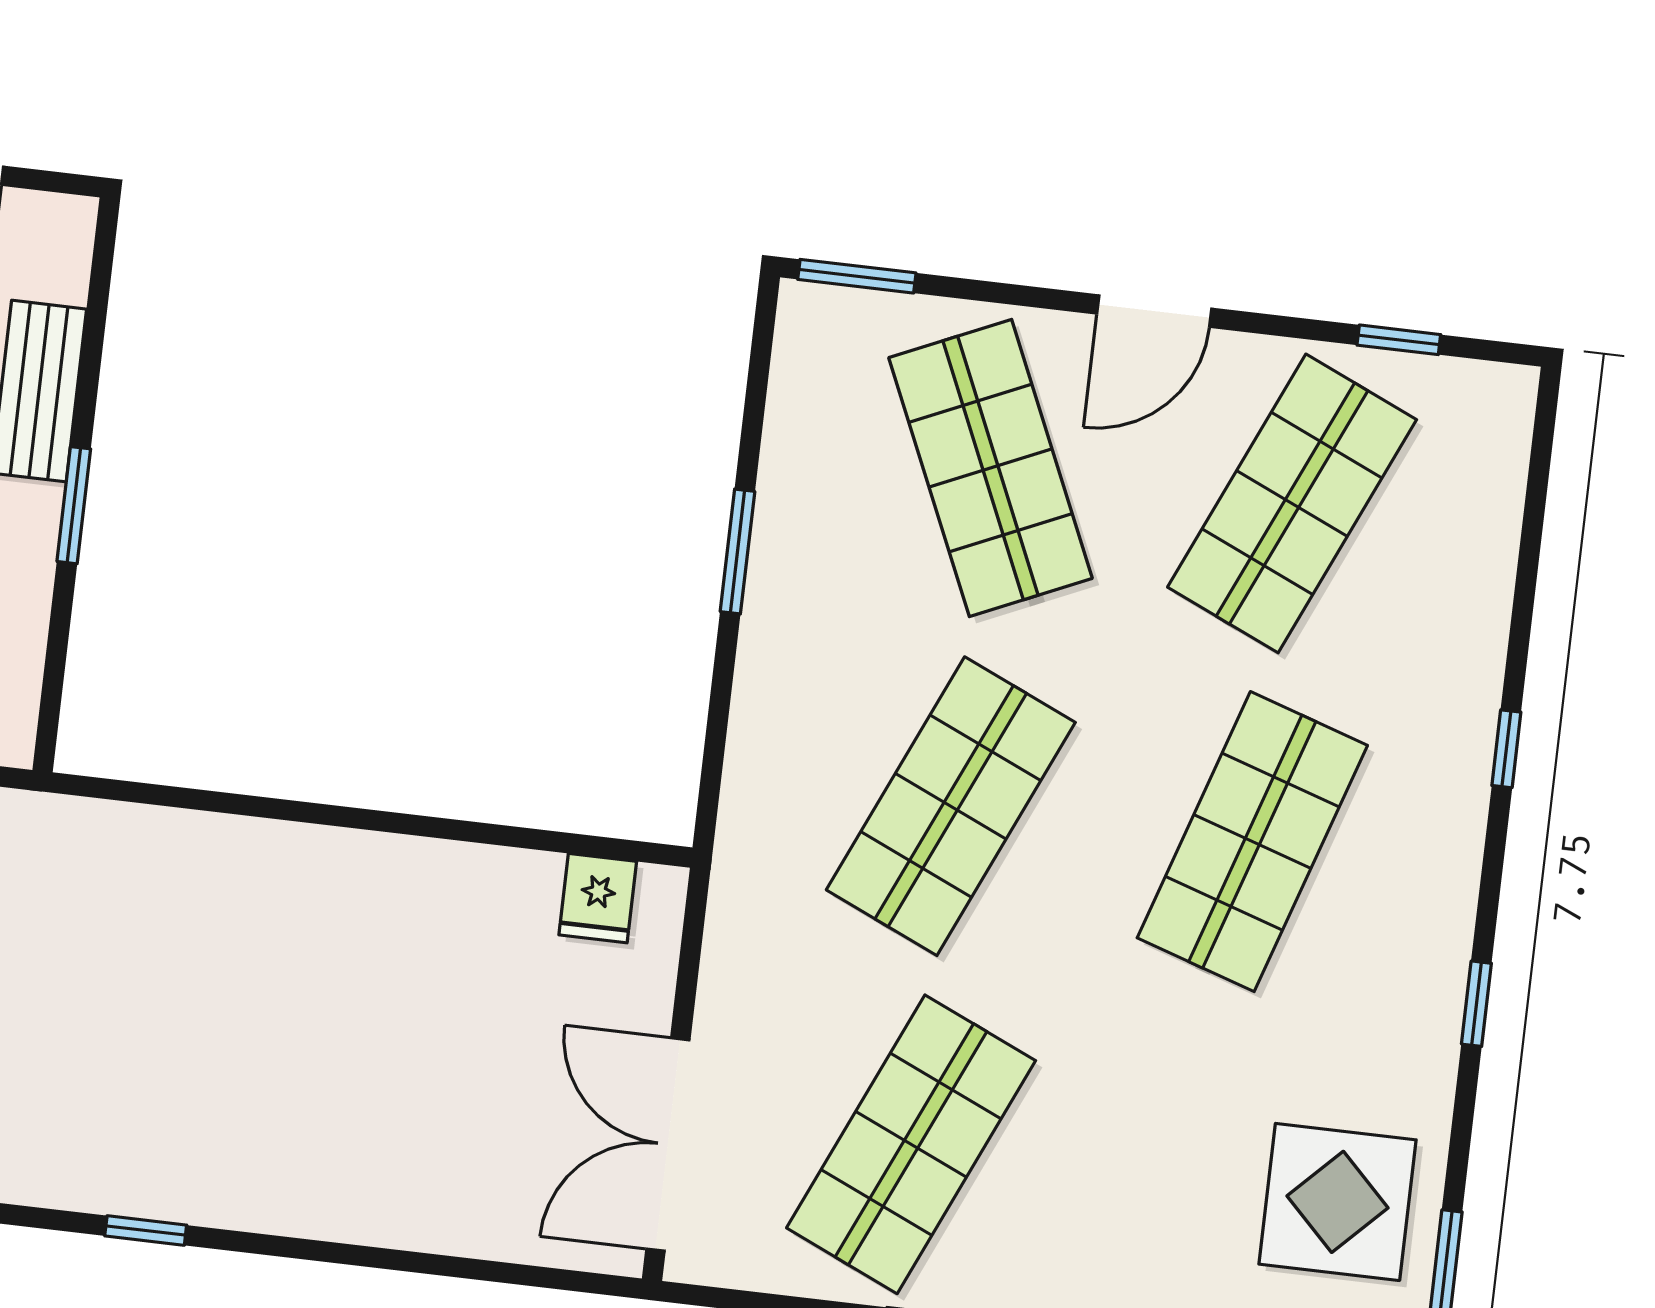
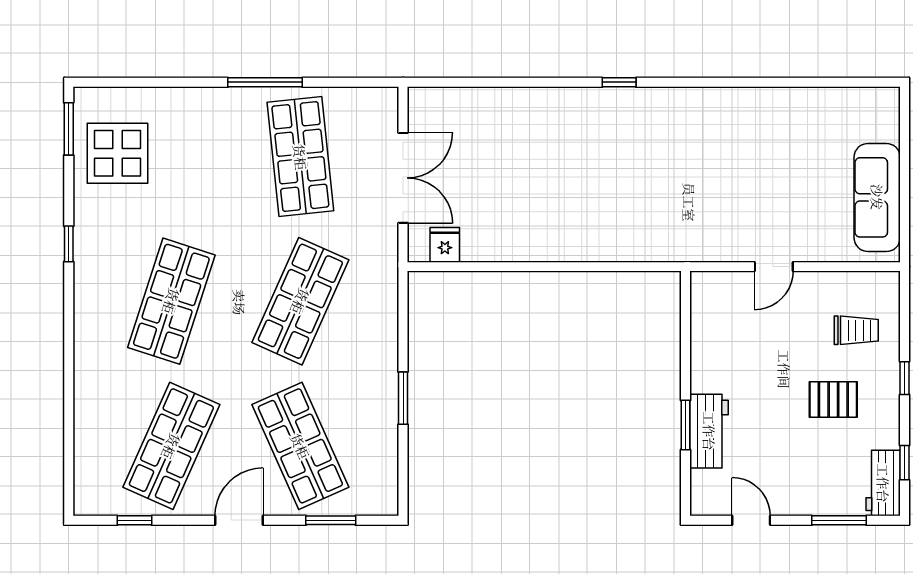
window: (857, 276) -> (331, 520), moved
window: (74, 505) -> (685, 425), moved
window: (1506, 749) -> (69, 353), removed
double door: (668, 1144) -> (403, 178), moved
shop shelf: (911, 1144) -> (300, 157), turned -30

